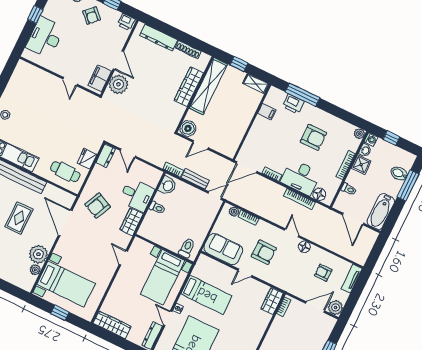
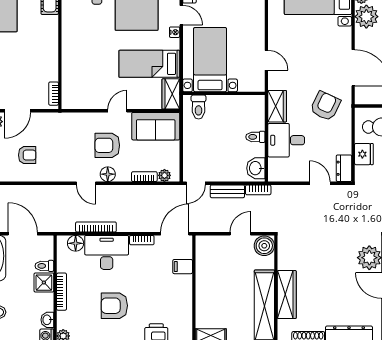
filing cabinet: (267, 112) -> (183, 267), moved
shower: (361, 165) -> (44, 283), moved
floor lamp: (304, 247) -> (108, 174), moved
wardrobe: (272, 301) -> (171, 94), moved, turned 180

